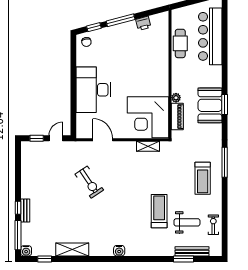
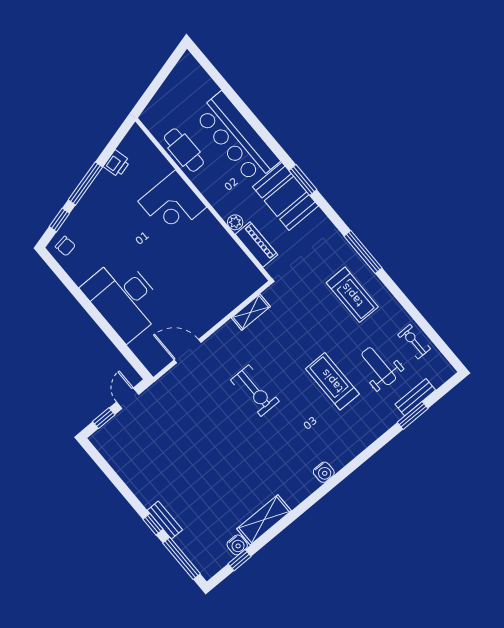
bar counter: (210, 36) -> (237, 138), moved
corner desk: (148, 117) -> (172, 204), moved, width x0.74, depth x0.74
exercise bike: (89, 182) -> (255, 391), moved, turned 34
weight bench: (187, 222) -> (379, 366), turned -90
water cooler: (26, 251) -> (237, 545), moved
bench: (192, 251) -> (415, 397), width x0.73

